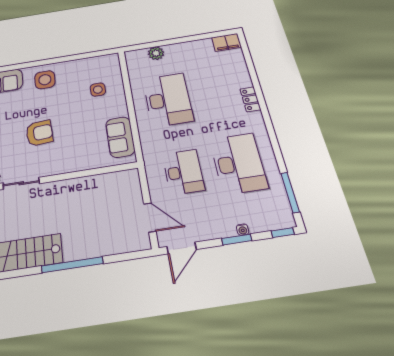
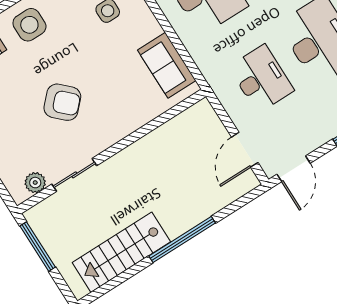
armchair: (39, 133) -> (62, 102), turned 48
door: (150, 217) -> (245, 150), swing flipped

